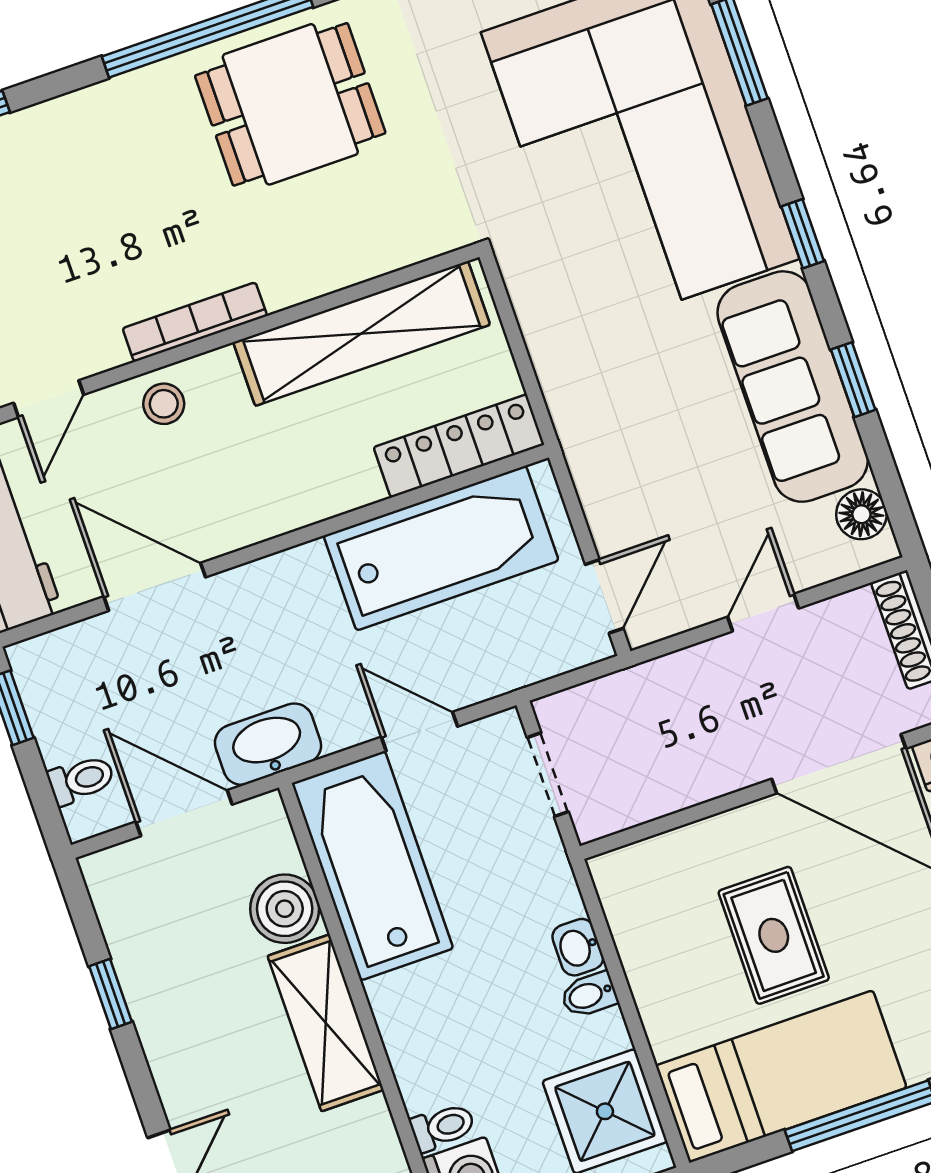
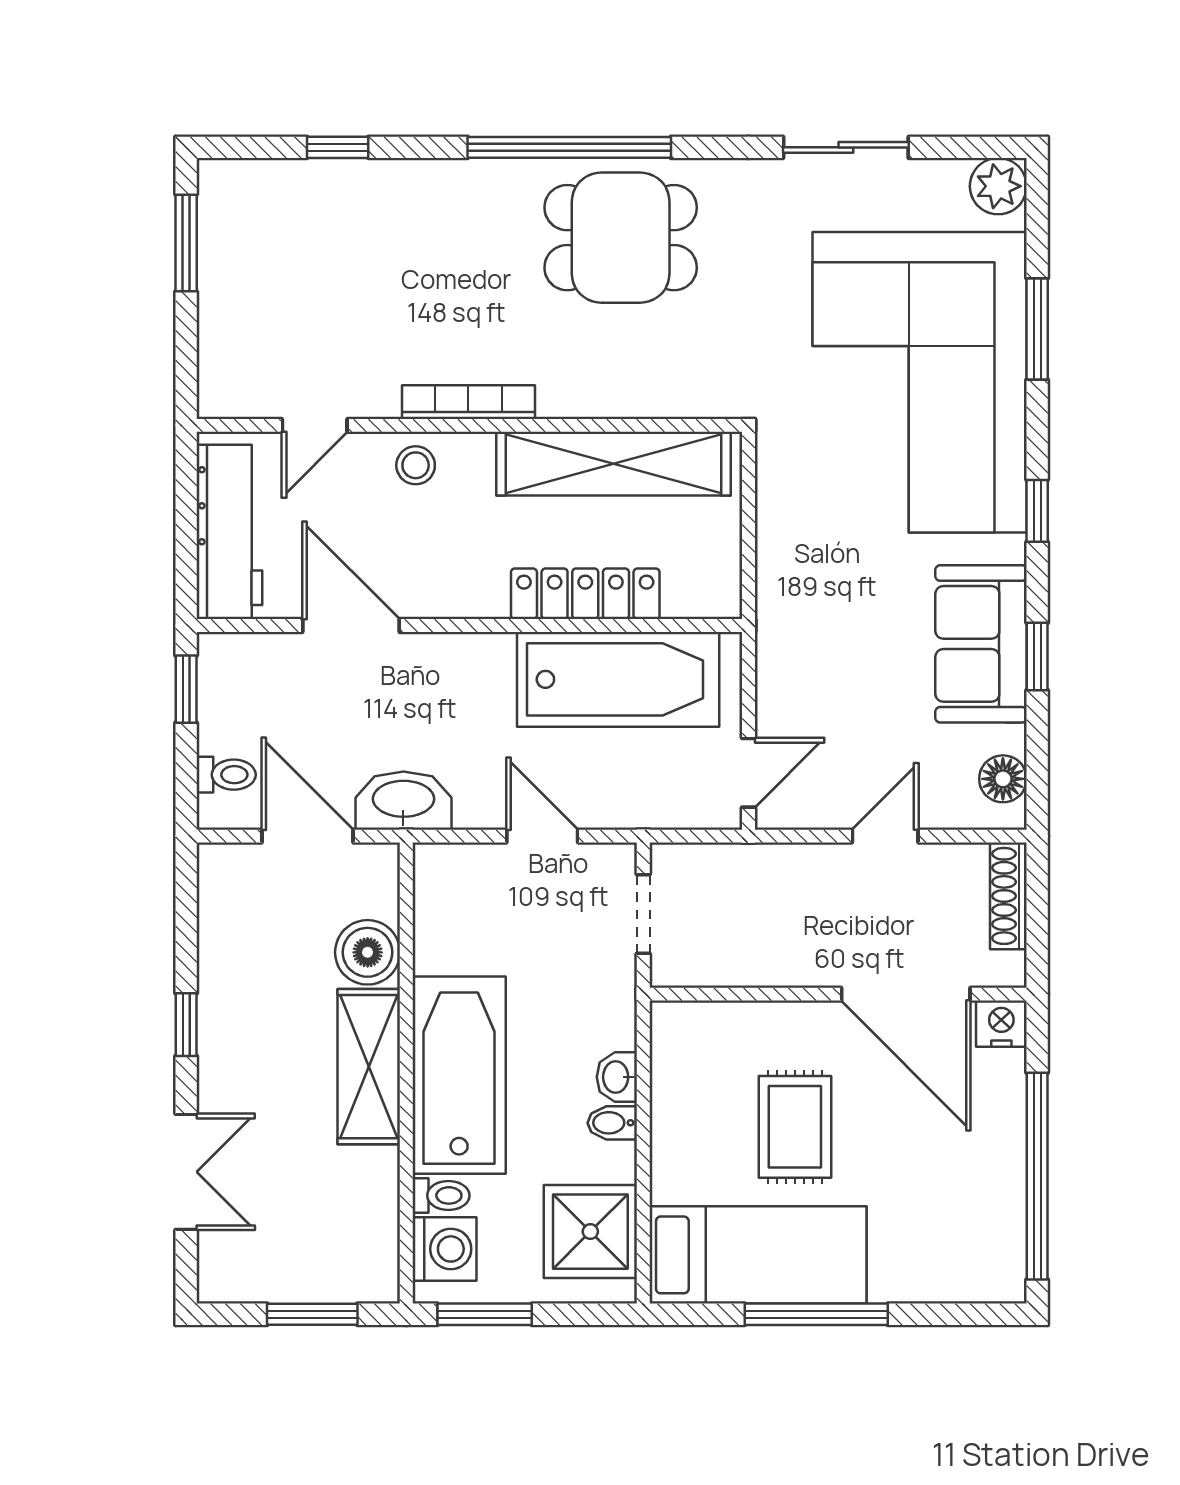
sofa: (793, 387) -> (981, 644), width x0.73
locker: (459, 446) -> (585, 594), moved
bathtub: (373, 866) -> (459, 1075), moved
window: (110, 994) -> (186, 1025), moved

